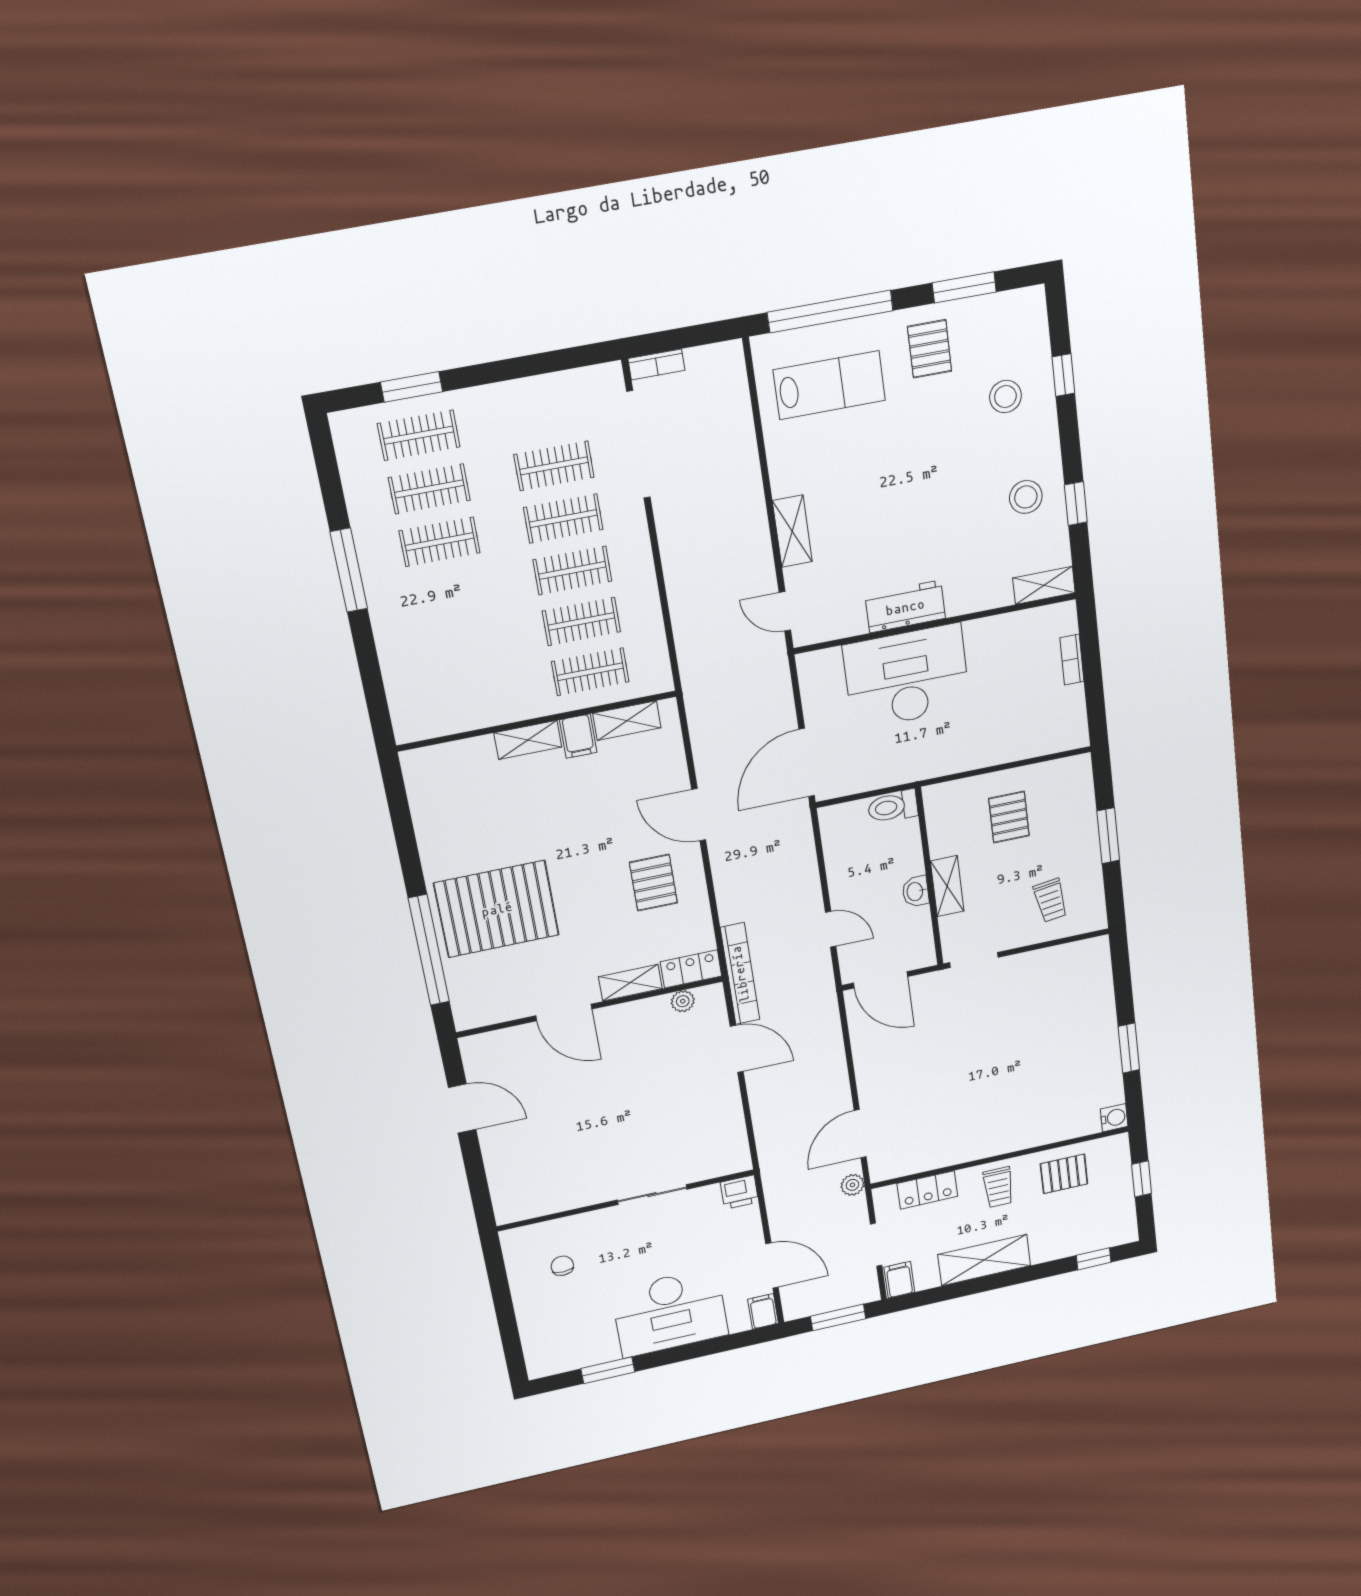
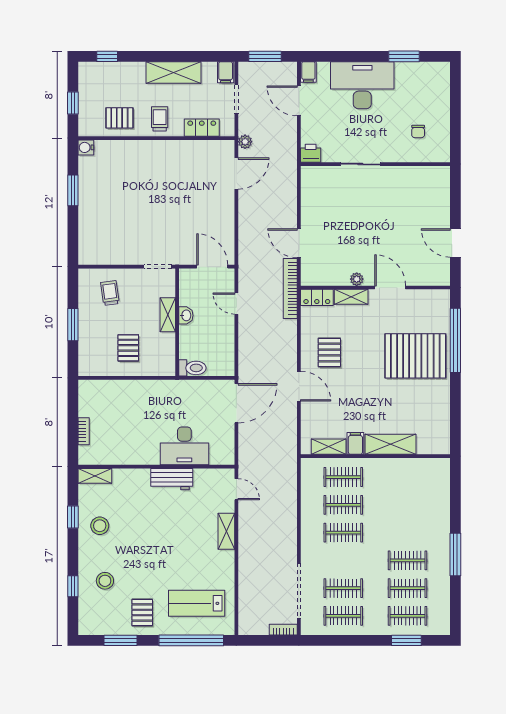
clothes rail: (563, 519) -> (343, 616), moved
desk: (907, 677) -> (184, 446), width x0.73, depth x0.77
shelving: (528, 740) -> (390, 444), width x1.50, depth x1.33
plant: (683, 1001) -> (357, 279), moved

